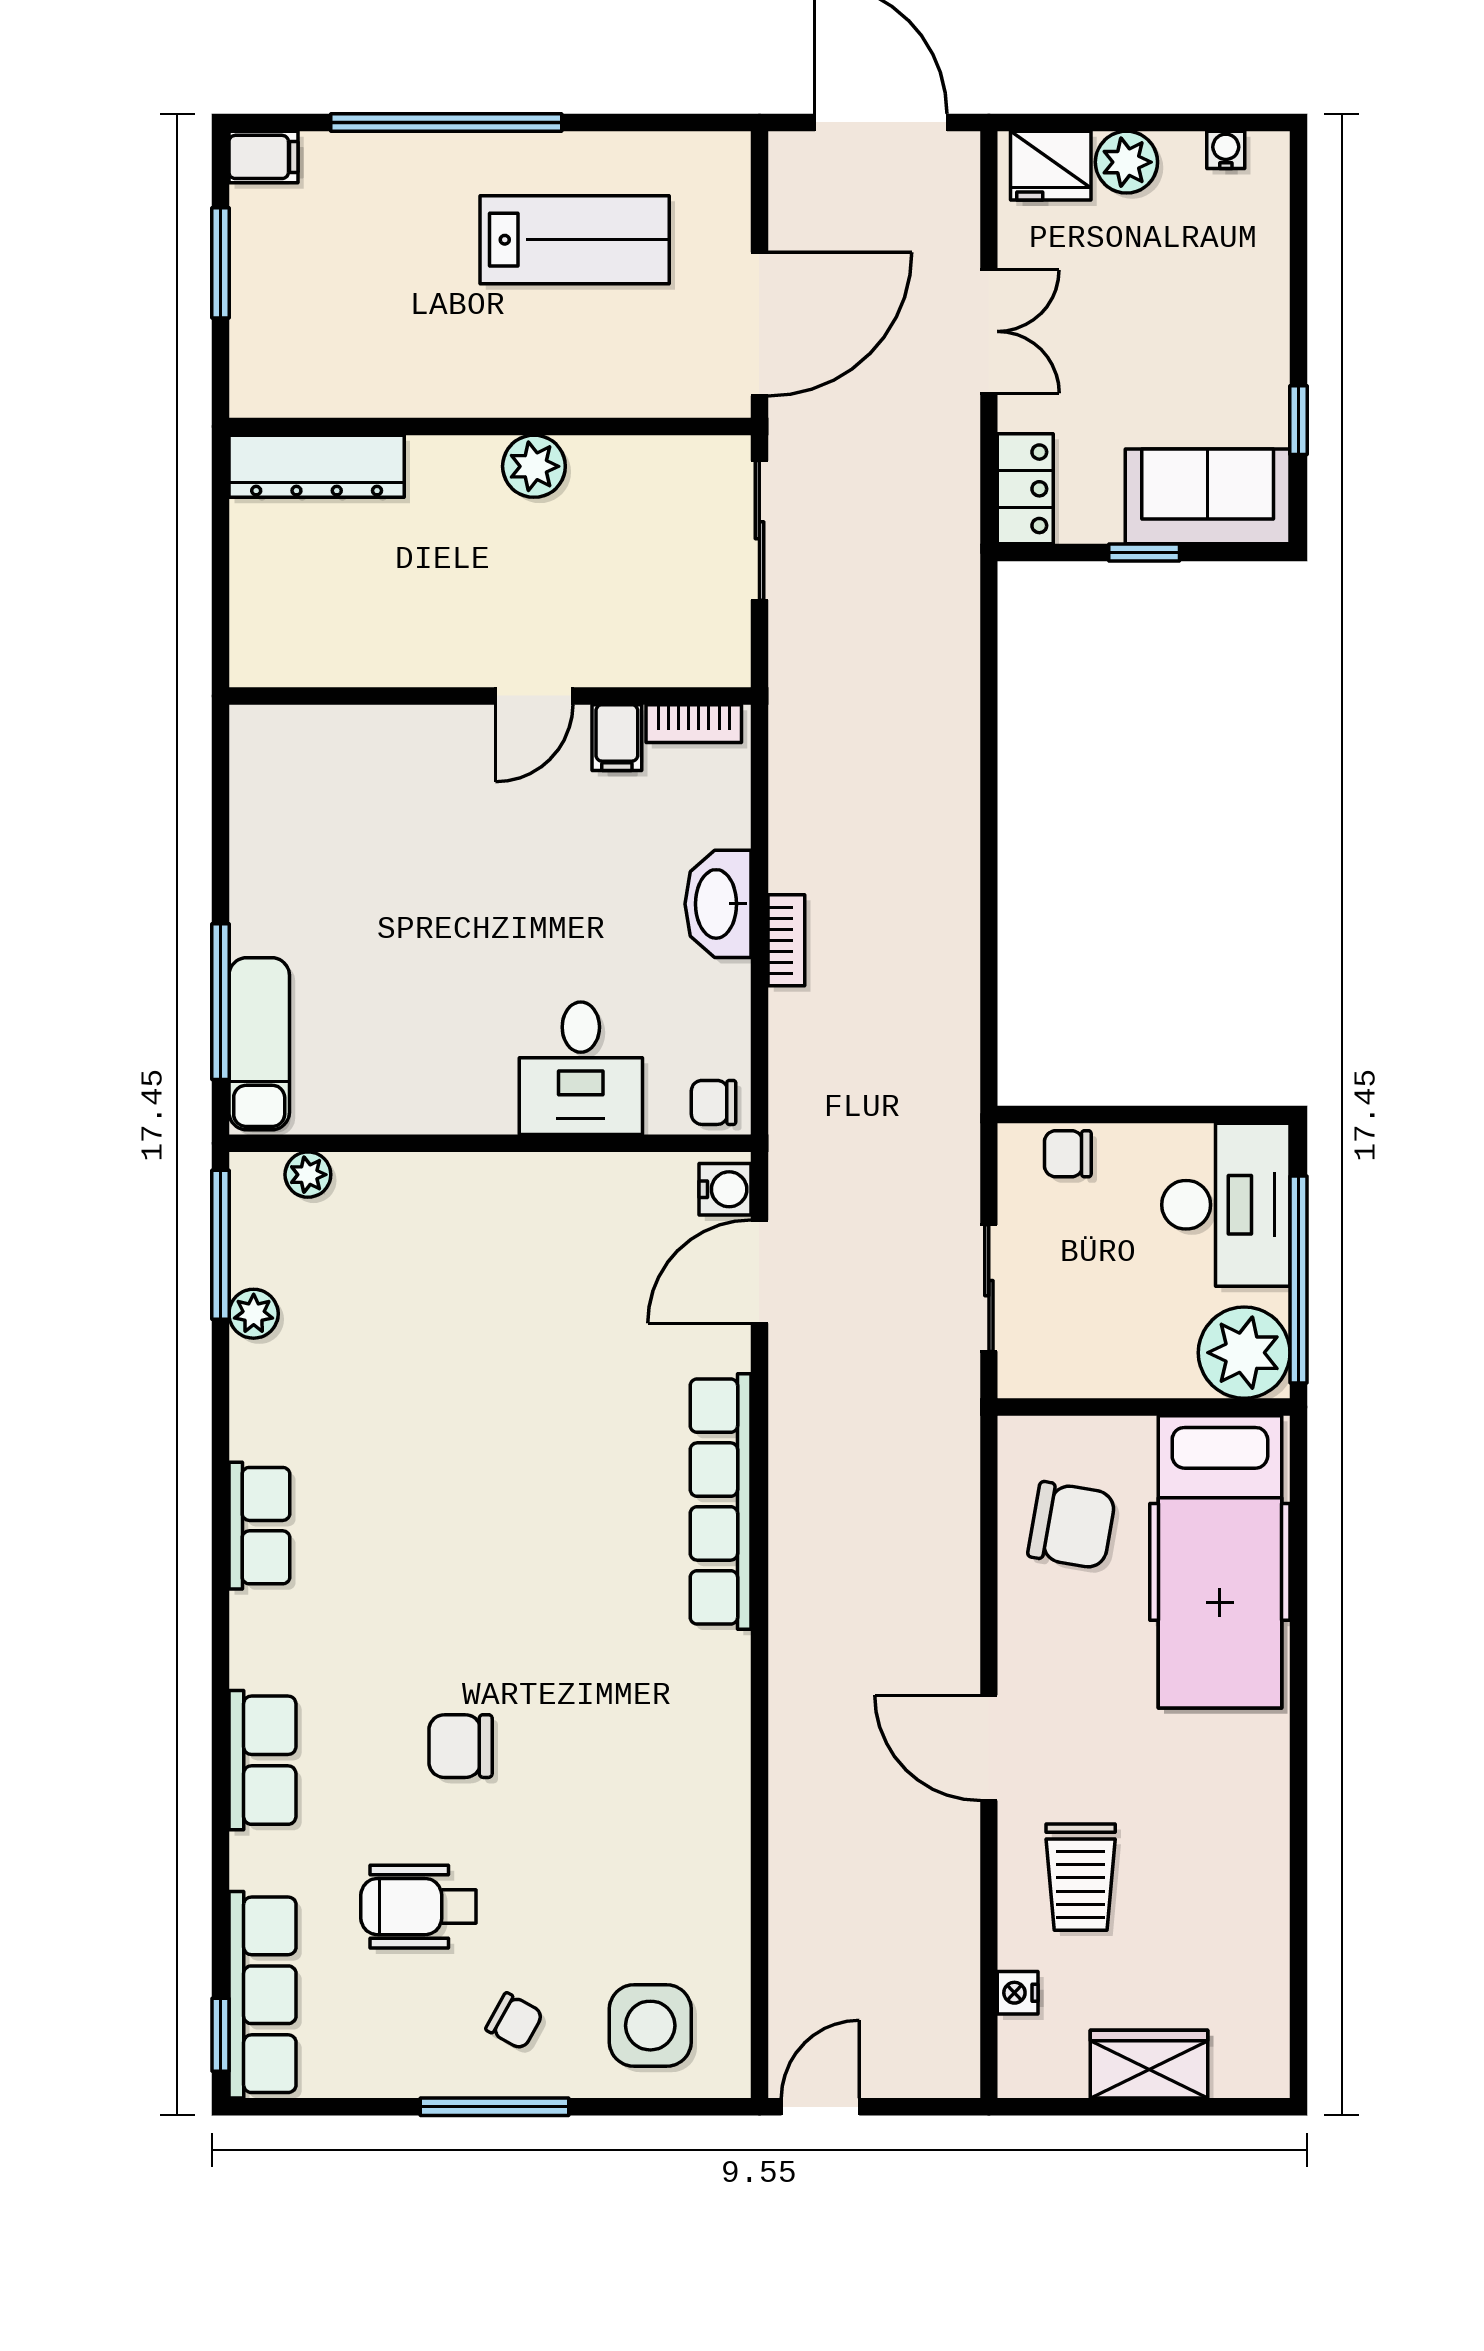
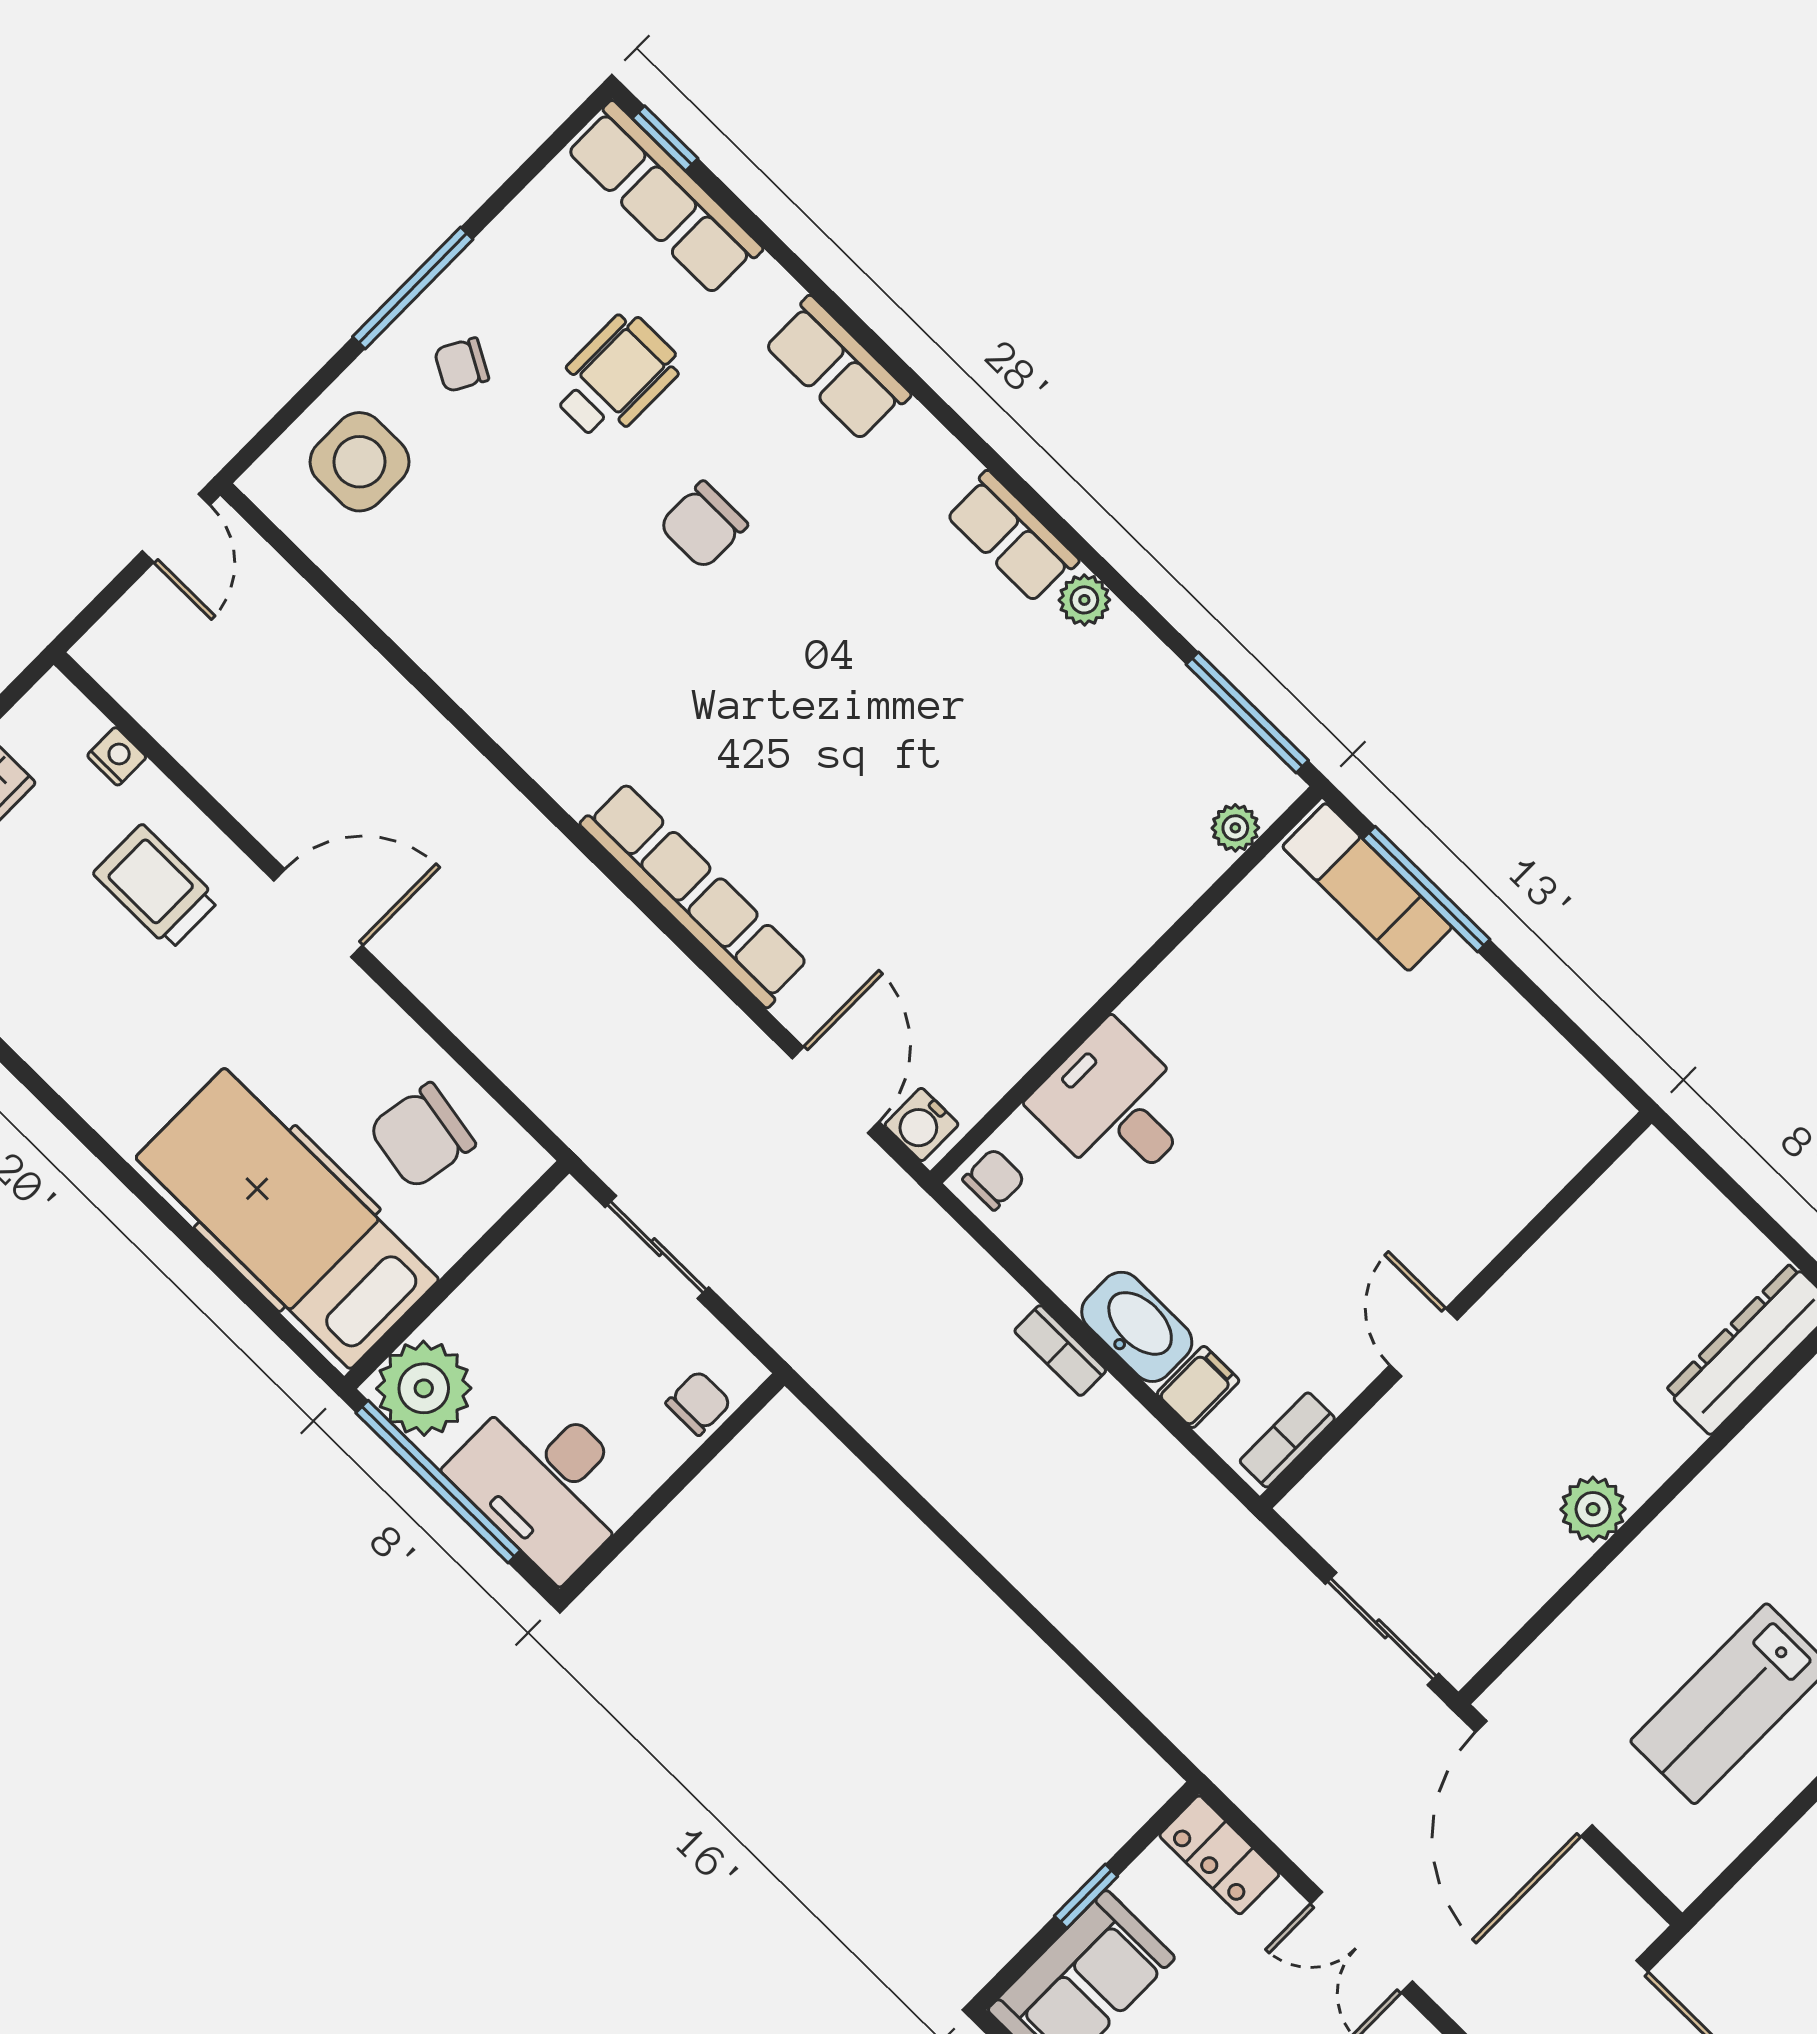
filing cabinet: (617, 738) -> (1198, 1387), moved, turned 90
plant: (254, 1314) -> (1084, 600), moved
chair: (461, 1746) -> (703, 525), turned 180

